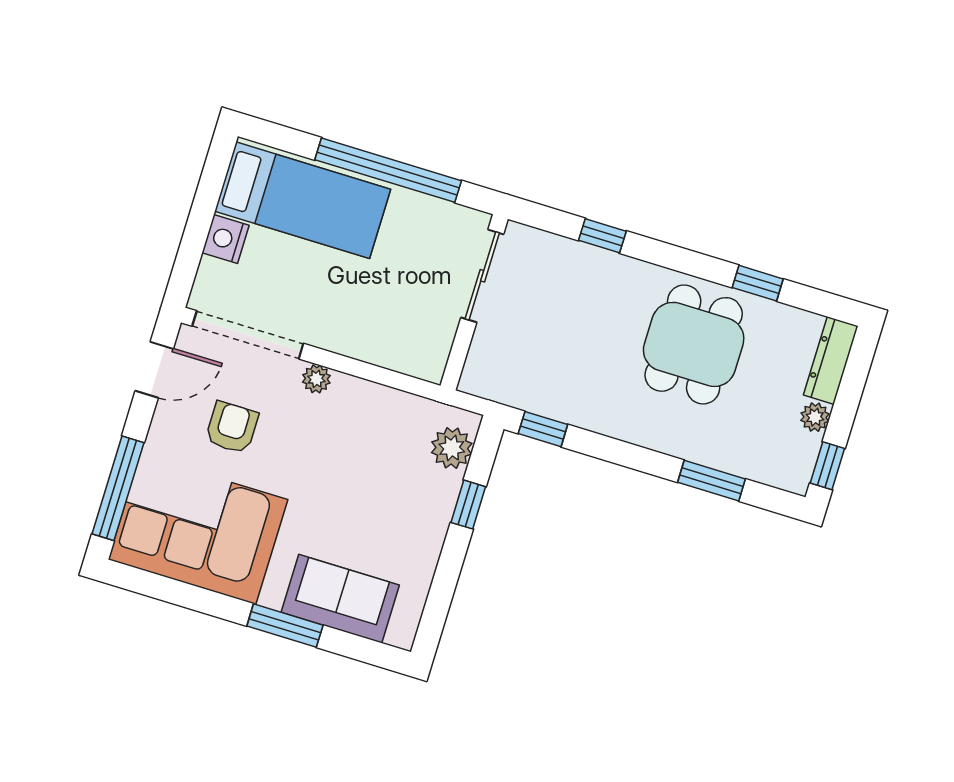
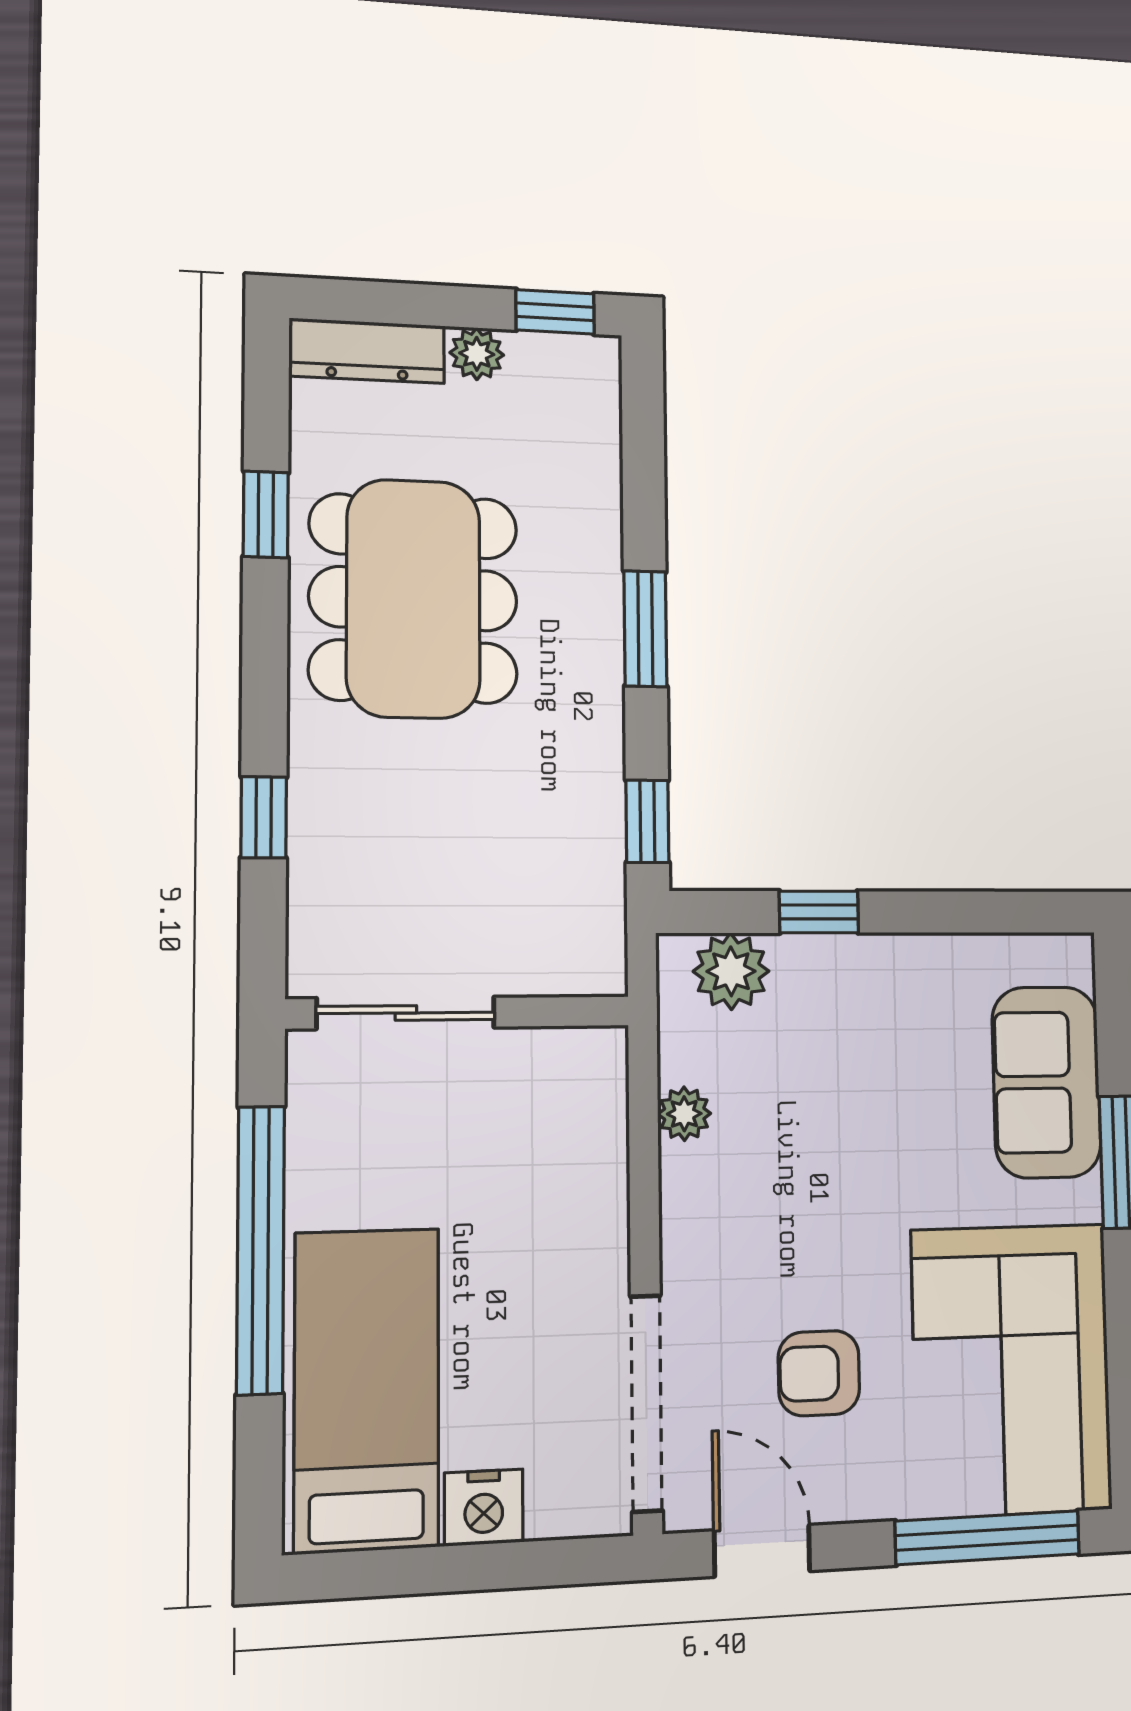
dining table: (694, 344) -> (413, 599), width x1.38
plant: (316, 379) -> (684, 1114), moved
window: (712, 481) -> (645, 629), moved

